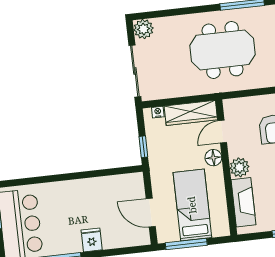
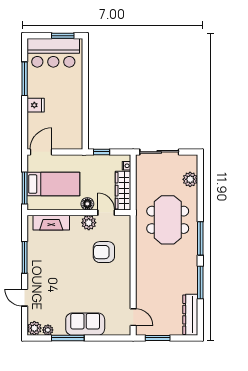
plant: (144, 29) -> (190, 179), moved
plant: (239, 167) -> (89, 223), moved
door: (151, 213) -> (41, 152), moved
window: (186, 244) -> (25, 188), moved

